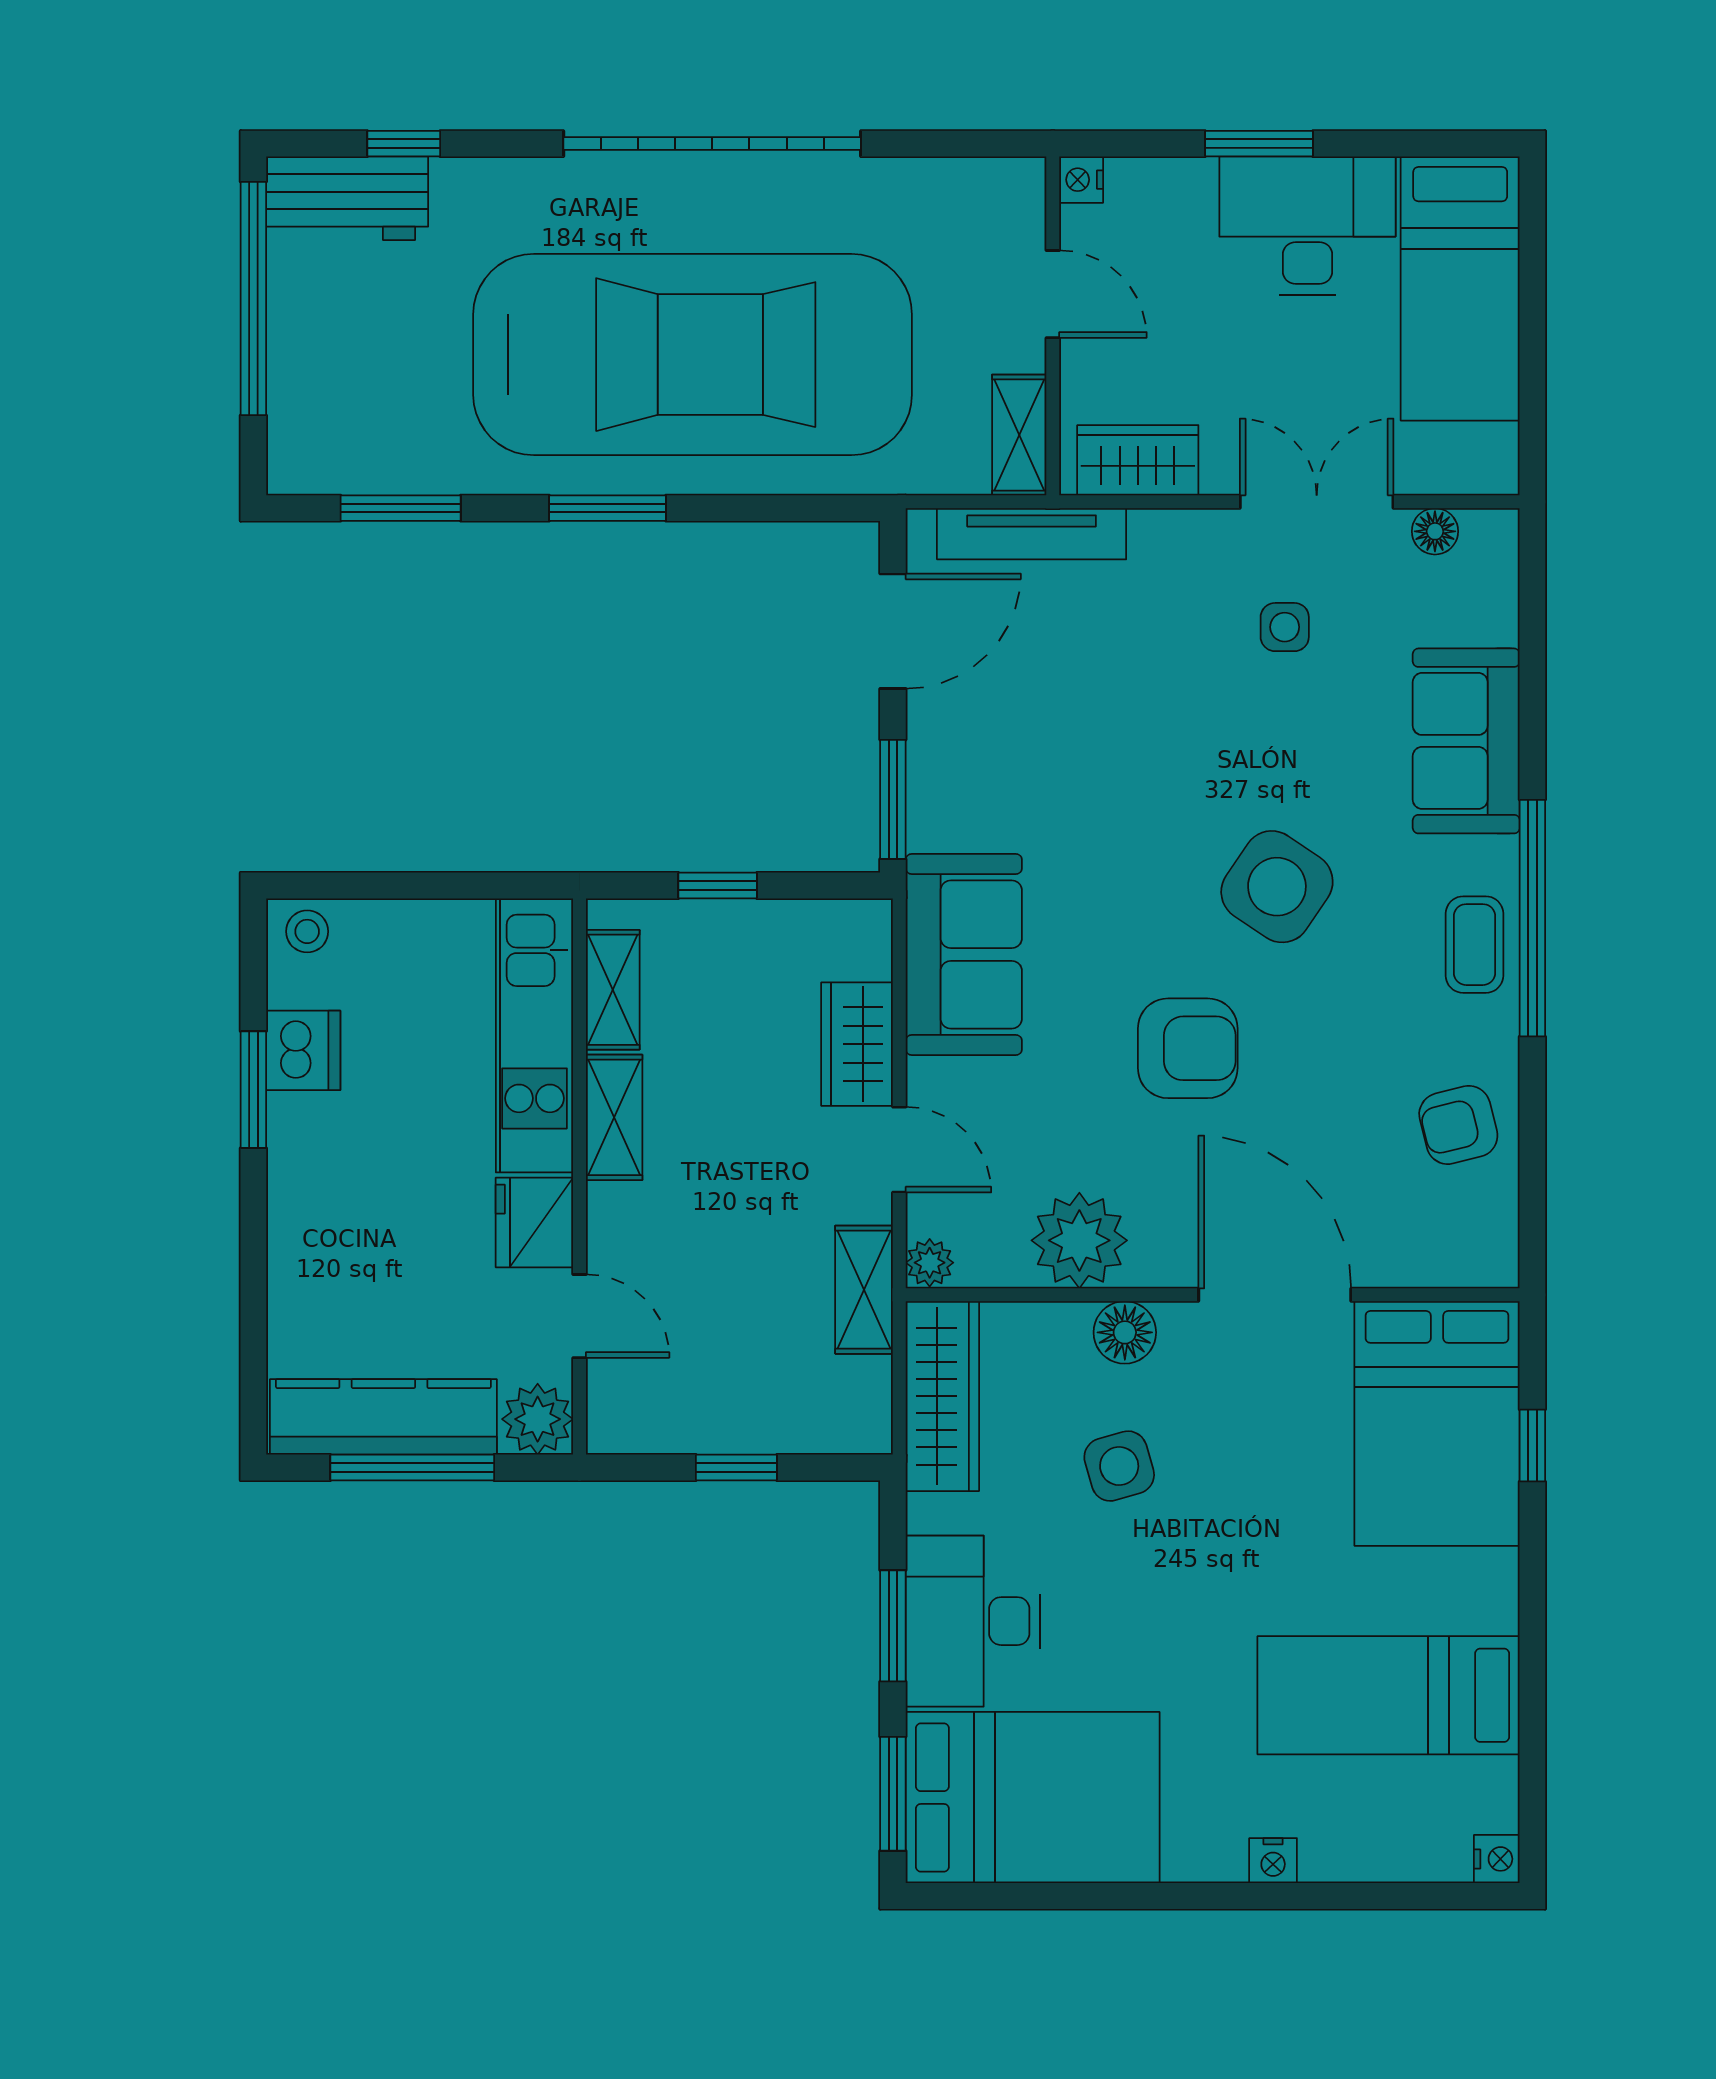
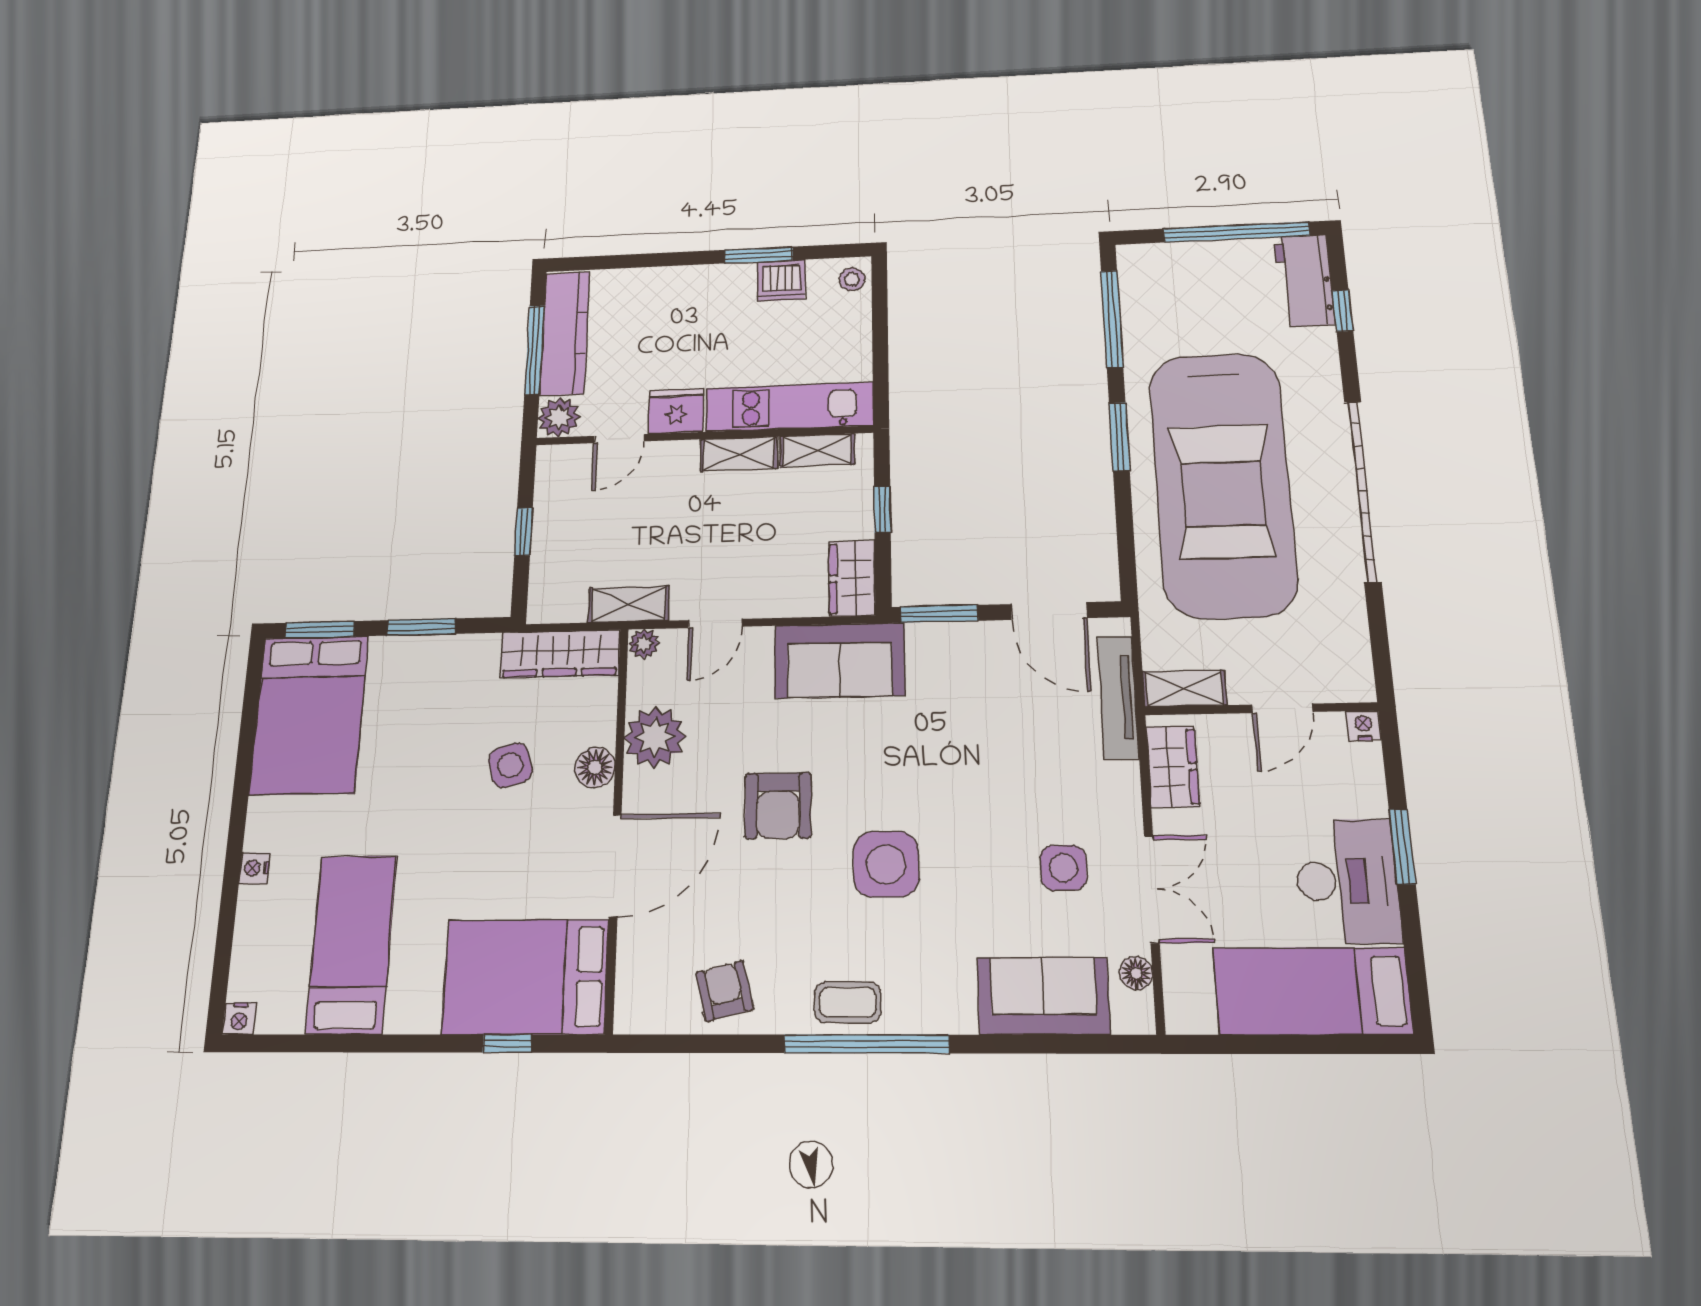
window: (401, 508) -> (1112, 319), width x1.44
side table: (1285, 627) -> (1063, 868), width x1.37, depth x1.37
sofa: (1466, 741) -> (1043, 996), moved
side table: (1277, 887) -> (886, 864), turned -34
wardrobe: (857, 1044) -> (852, 578), moved, turned -90
desk: (973, 1621) -> (420, 675), removed

